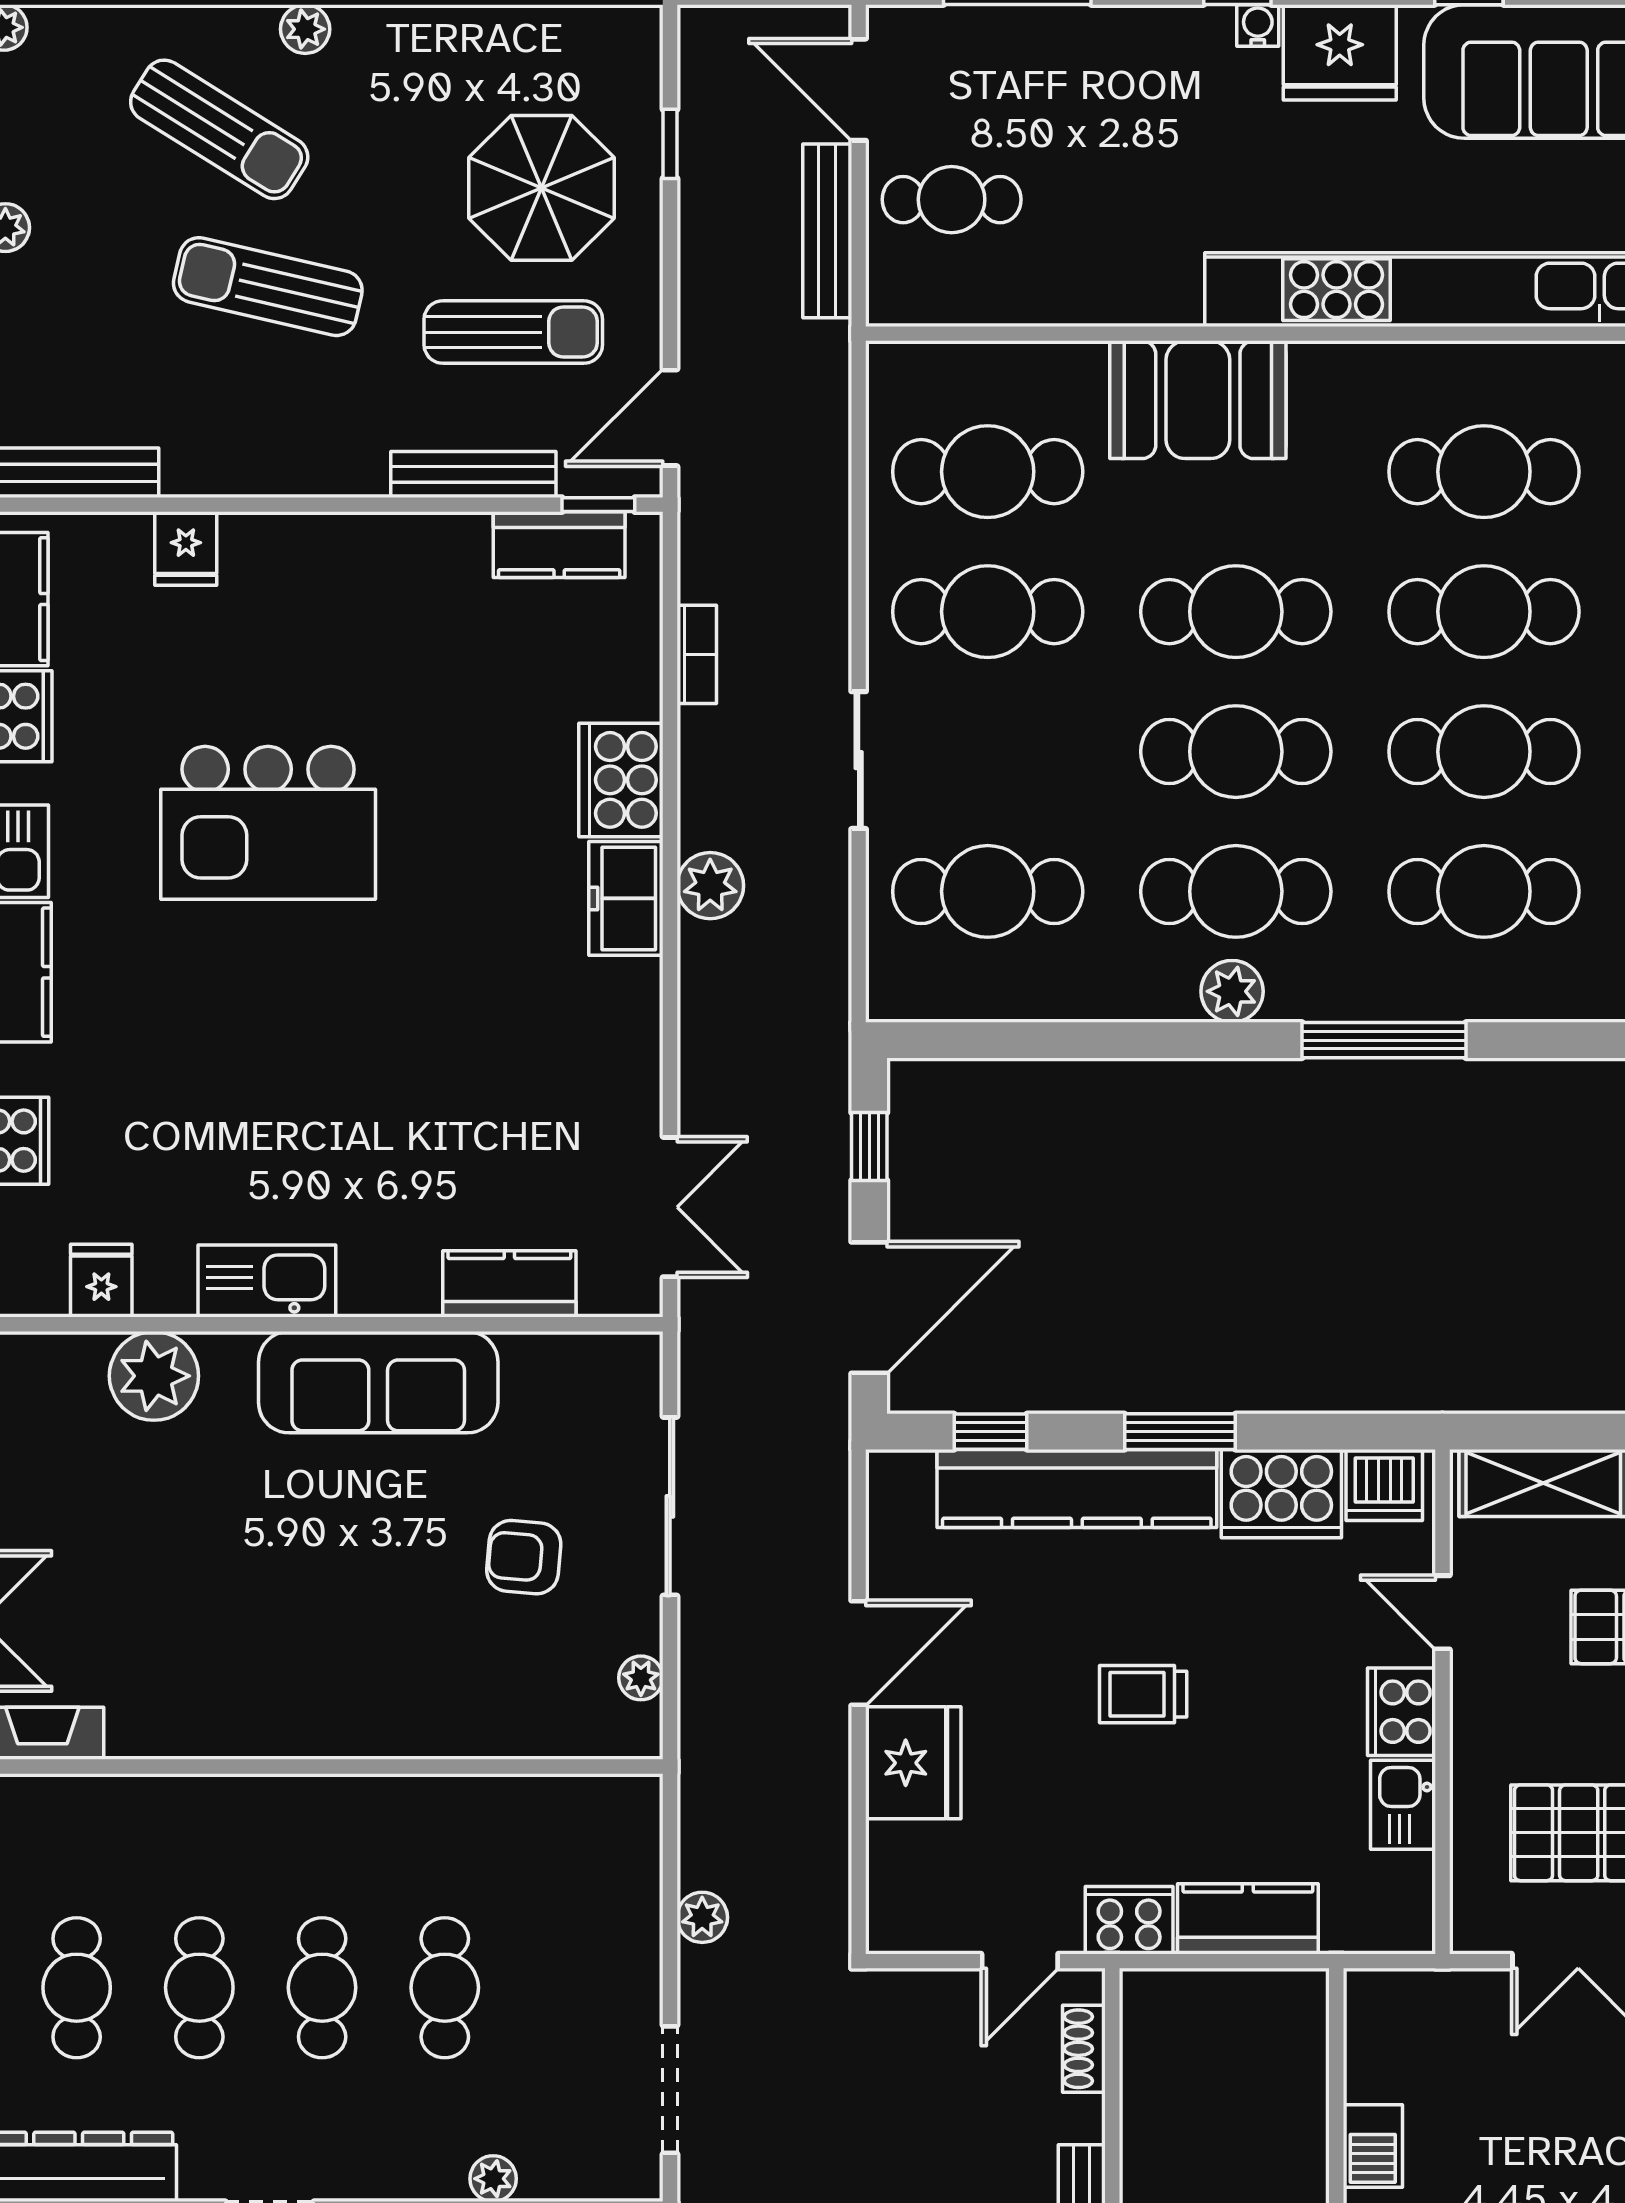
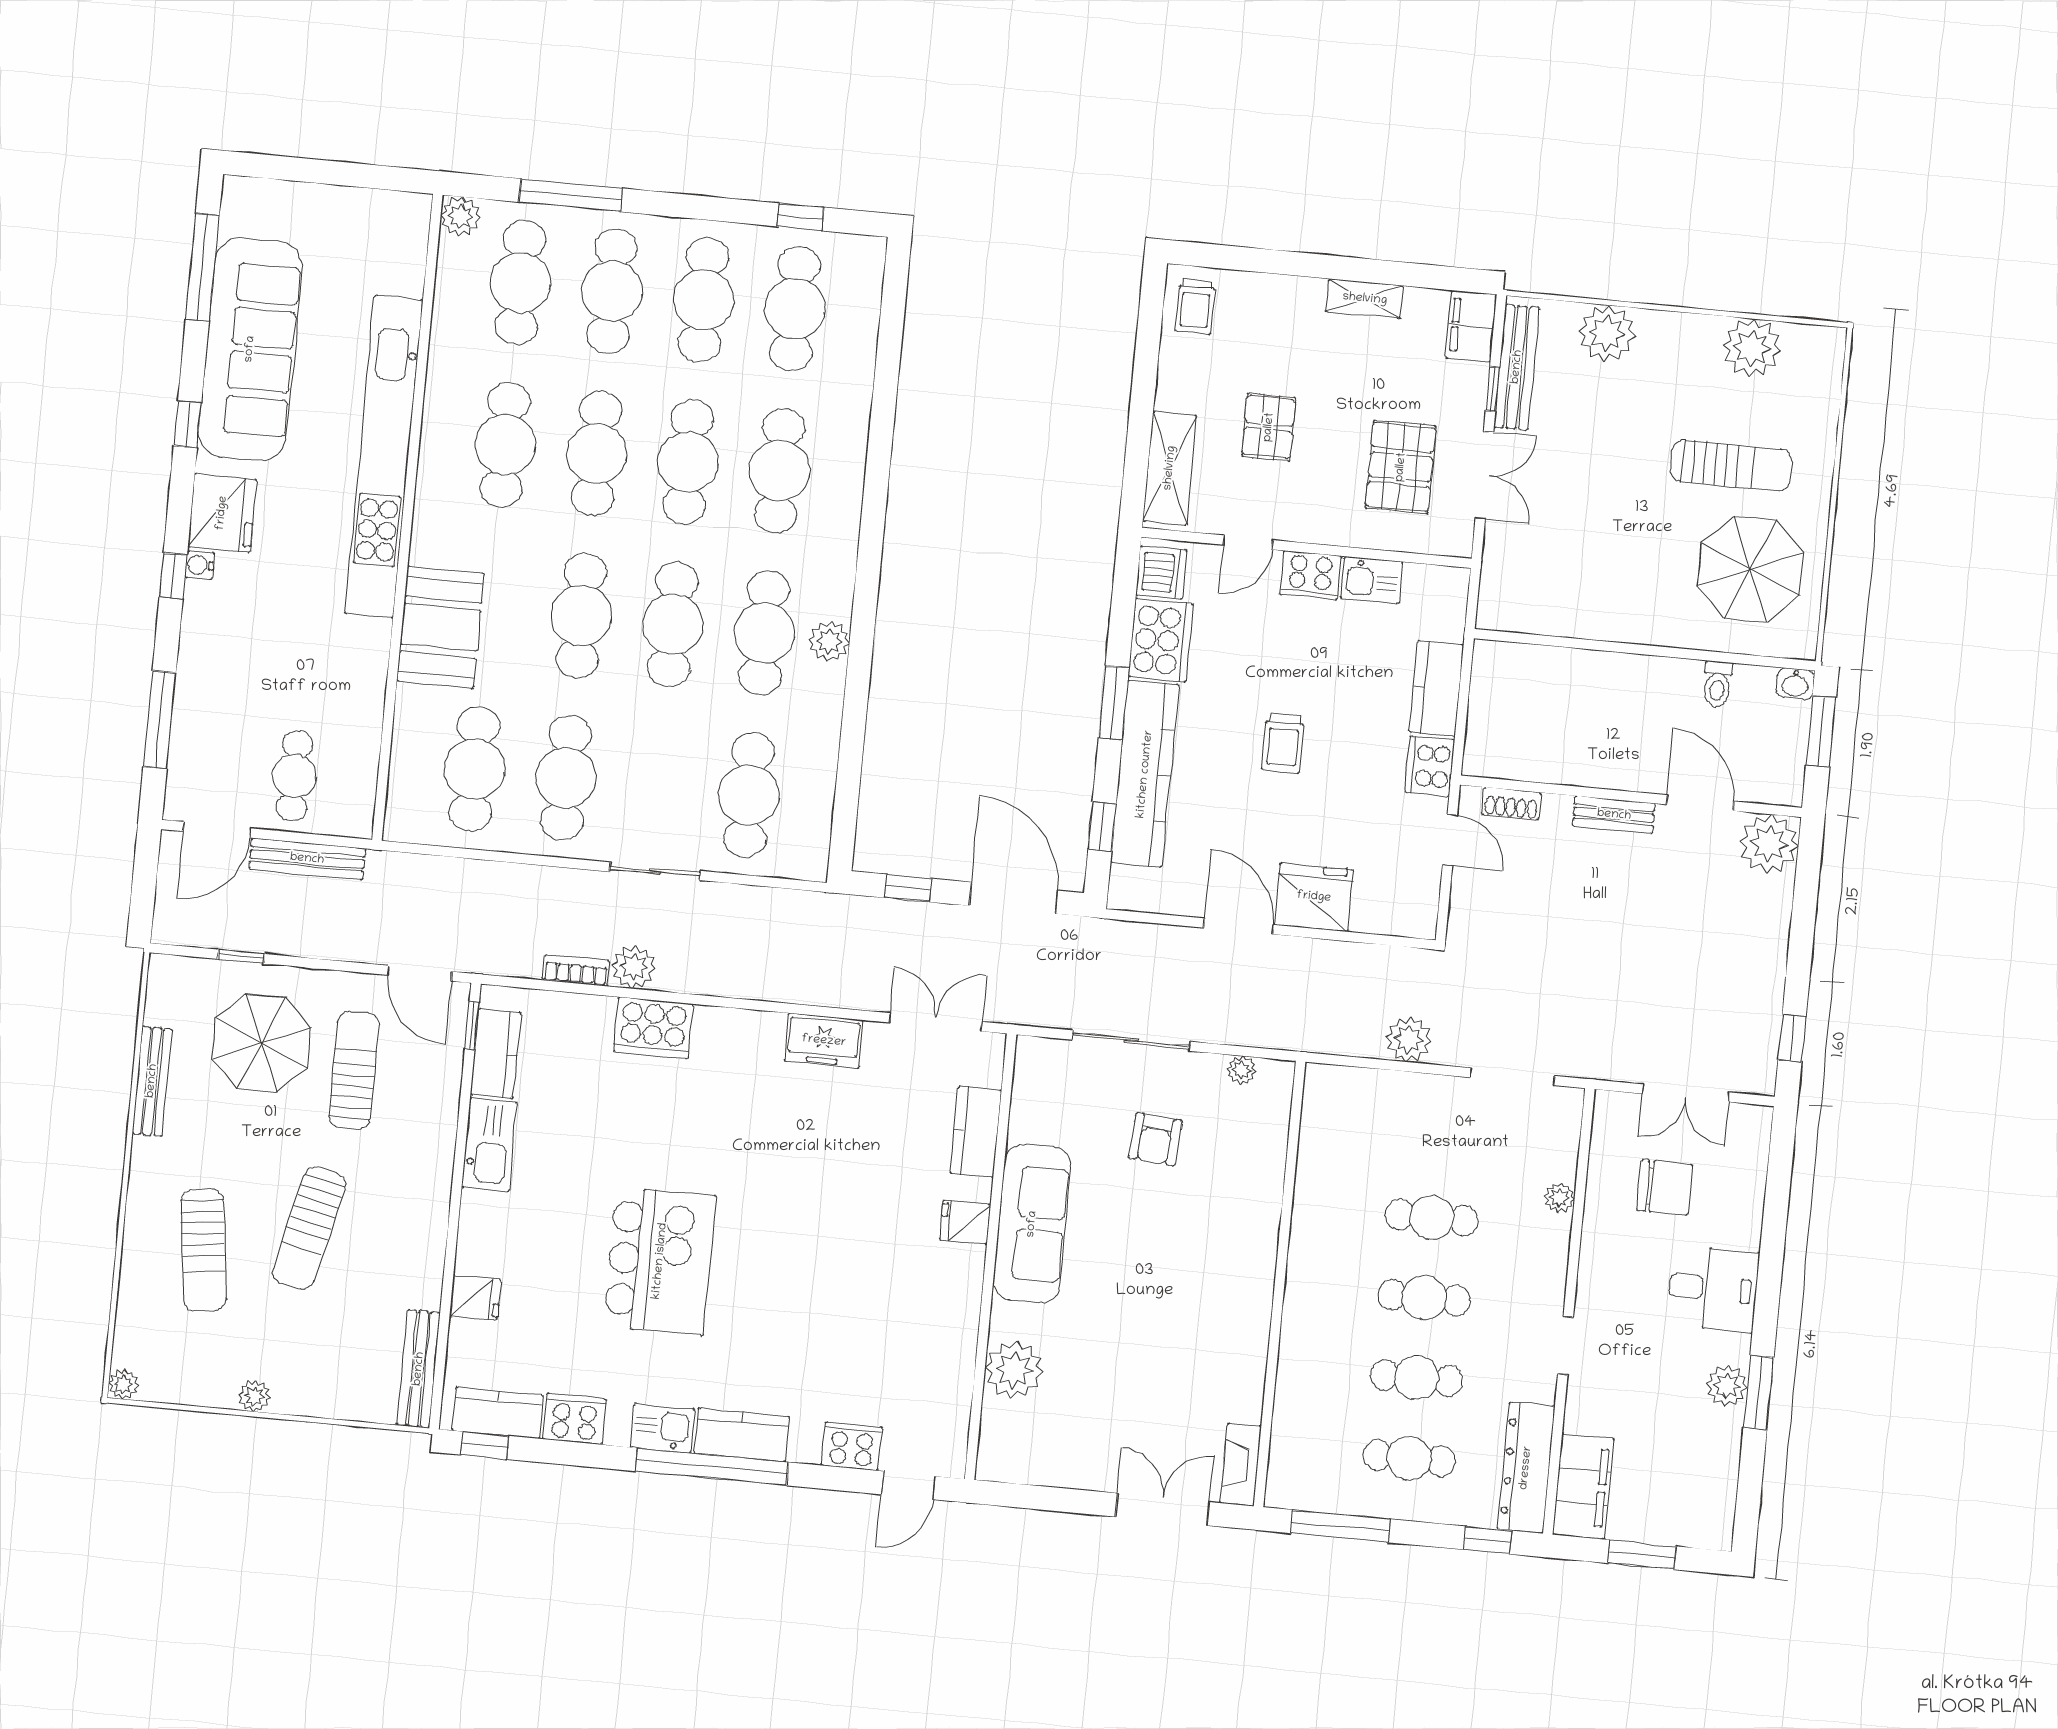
plant: (305, 29) -> (143, 1188), removed
sun lounger: (219, 129) -> (203, 1250), turned 141
bench: (473, 474) -> (152, 1081), moved
plant: (710, 886) -> (634, 967), moved
freezer: (626, 898) -> (824, 1041), moved
window: (1384, 1040) -> (870, 545), removed
fridge: (101, 1281) -> (965, 1222), moved
kitchen sink: (267, 1281) -> (489, 1145), moved, turned 180
plant: (702, 1917) -> (1408, 1039), width x1.38, depth x1.38
barbecue: (1373, 2146) -> (1593, 621), removed

